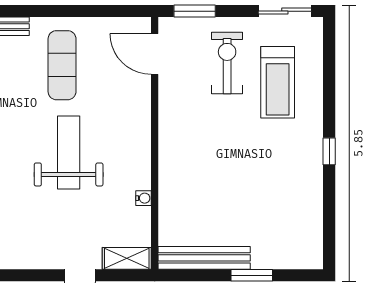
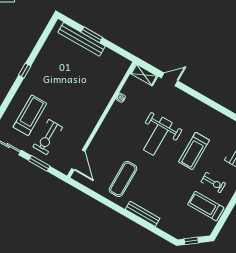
window: (195, 11) -> (39, 163), moved
weight bench: (69, 153) -> (158, 136), moved
bench: (204, 258) -> (82, 39), moved

